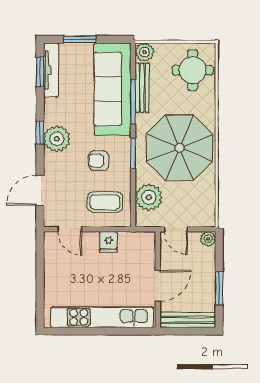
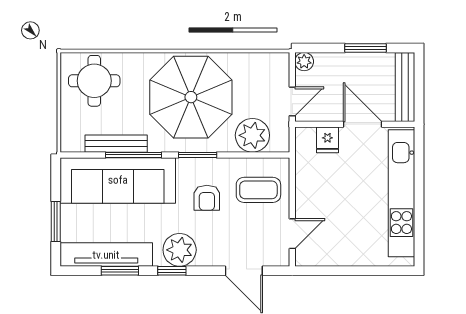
plant: (145, 52) -> (72, 141), removed
tv unit: (51, 70) -> (106, 255), width x1.36, depth x1.29
window: (40, 72) -> (120, 271), moved
coffee table: (105, 202) -> (258, 190), turned 90
fridge: (108, 242) -> (327, 140), moved, turned 90

